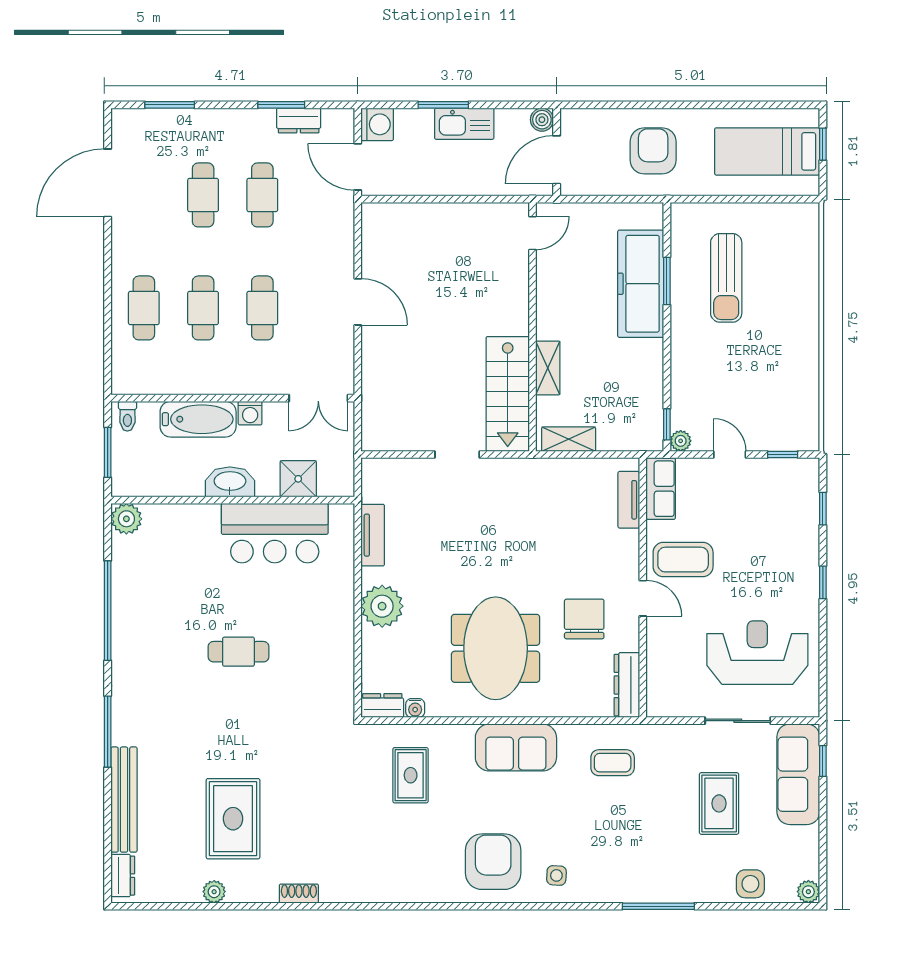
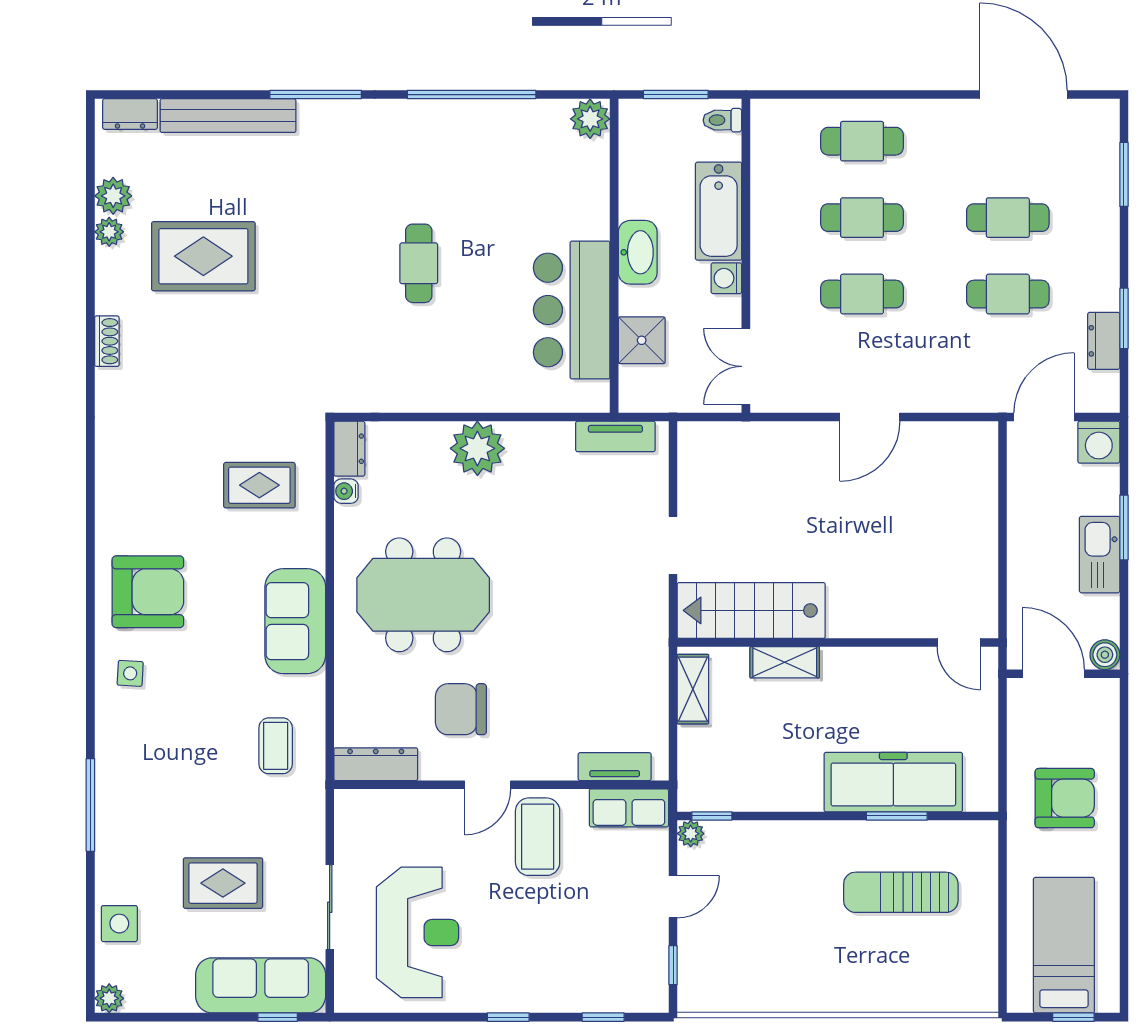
tv unit: (373, 535) -> (615, 436), moved
chair: (584, 619) -> (461, 709), turned 180
plant: (186, 889) -> (113, 196), added

